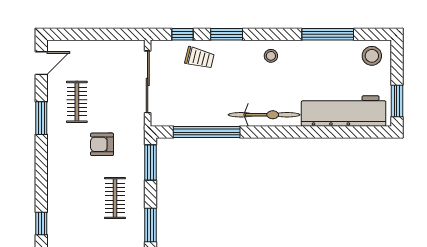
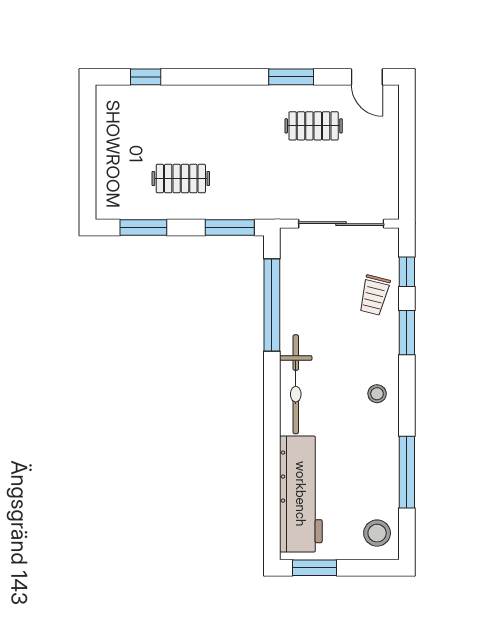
armchair: (102, 144) -> (255, 161), removed

